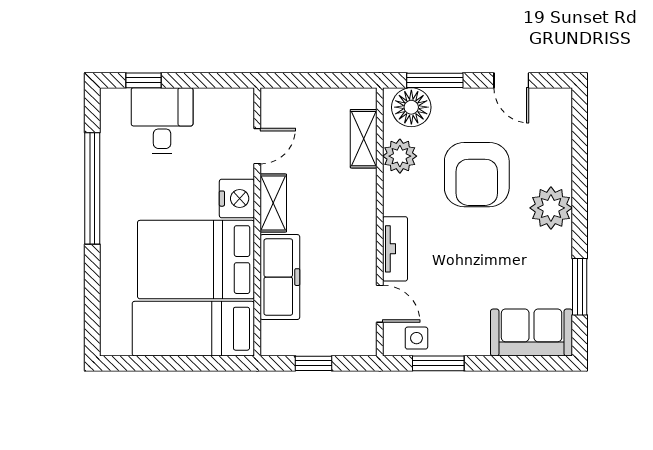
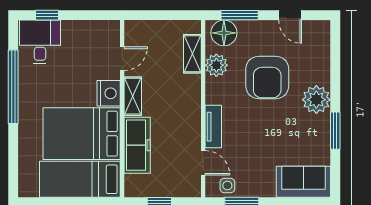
desk: (162, 121) -> (40, 42), moved
window: (580, 287) -> (335, 131), moved

